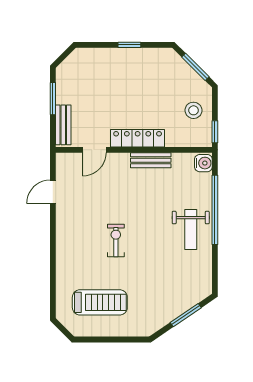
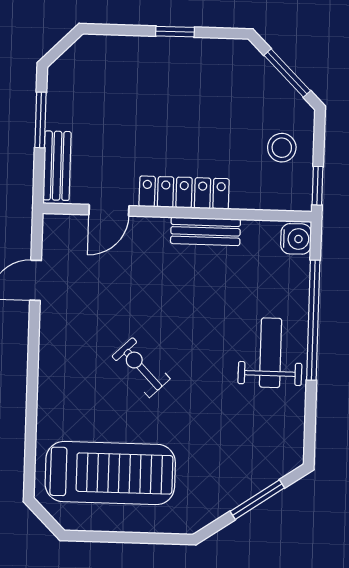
weight bench: (191, 230) -> (271, 353), turned 180
exercise bike: (116, 241) -> (141, 368), turned -44
treadmill: (100, 302) -> (110, 473), width x1.37, depth x1.38

